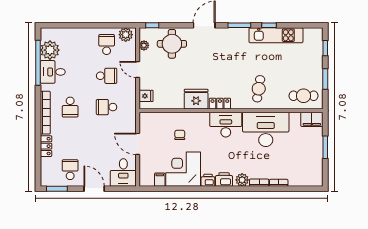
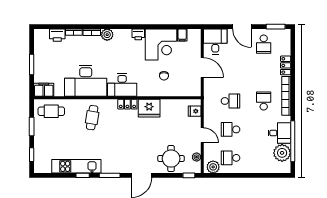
school desk: (107, 45) -> (231, 158), turned 90
printer: (224, 180) -> (57, 35), moved

